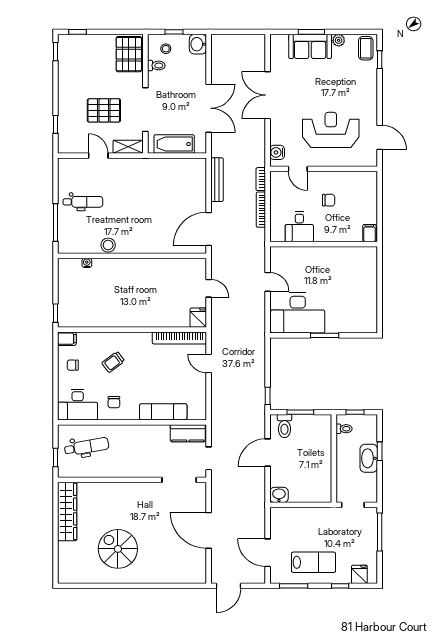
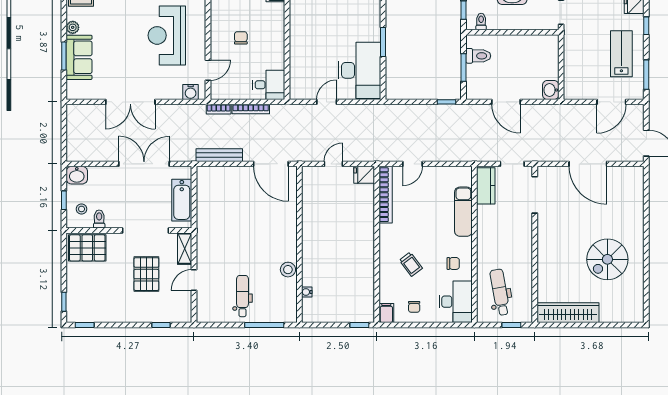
desk: (299, 227) -> (269, 85), moved
toilet: (284, 426) -> (478, 56), moved
door: (209, 530) -> (588, 164), hinge flipped

